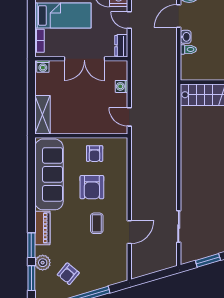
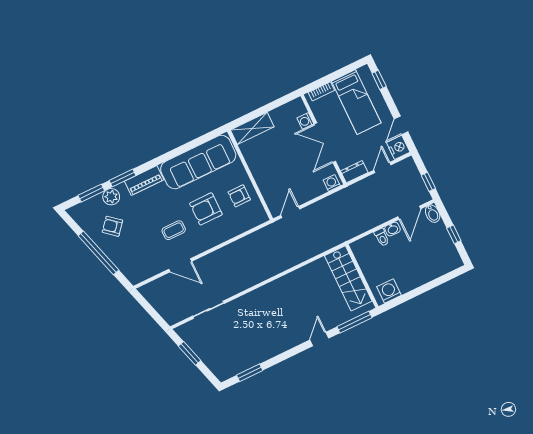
door: (179, 16) -> (409, 213), swing flipped
washing machine: (43, 66) -> (305, 121), moved
washing machine: (122, 86) -> (332, 183), moved

